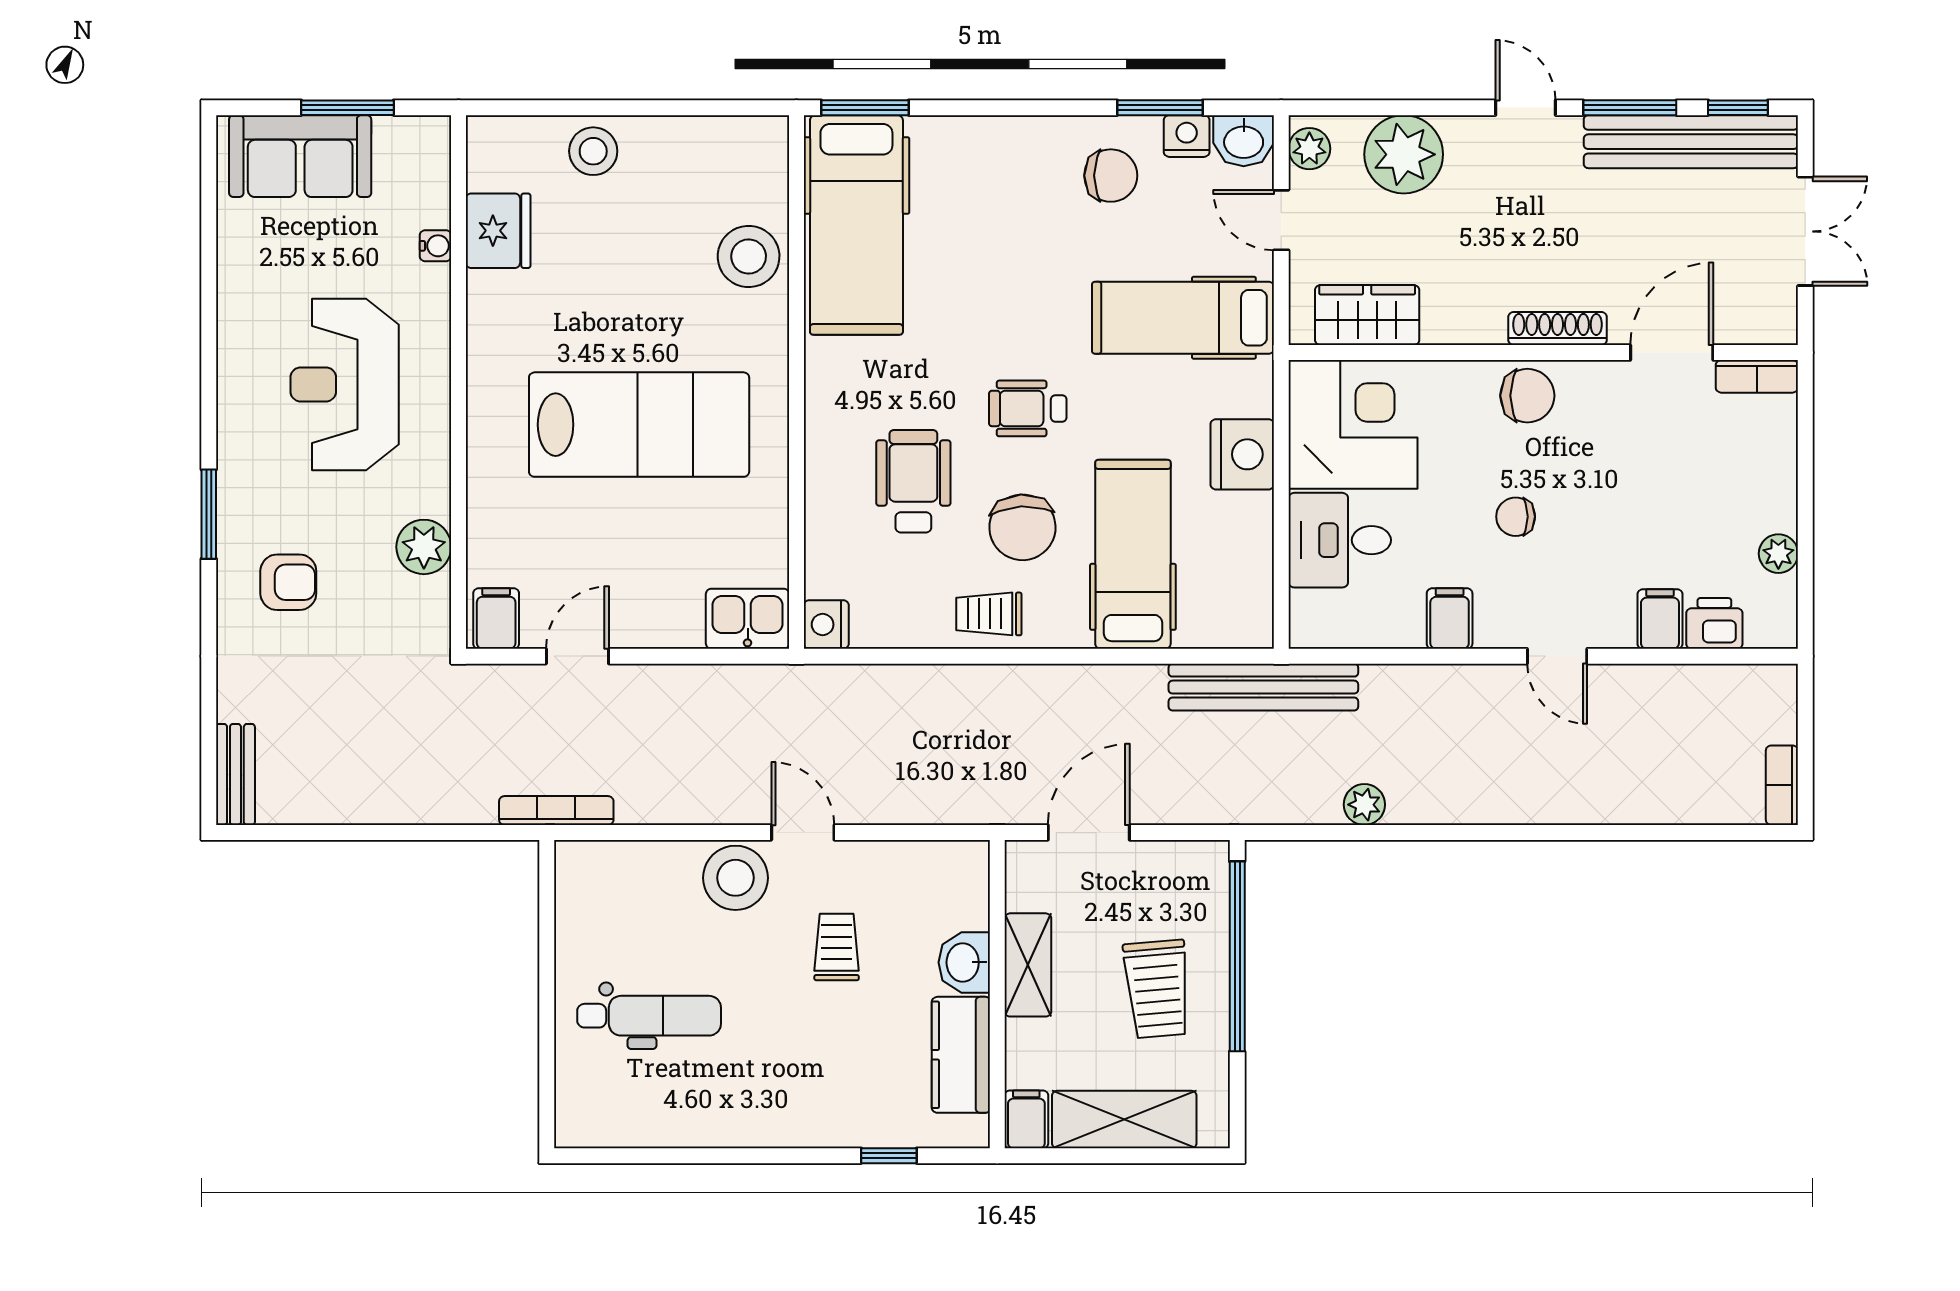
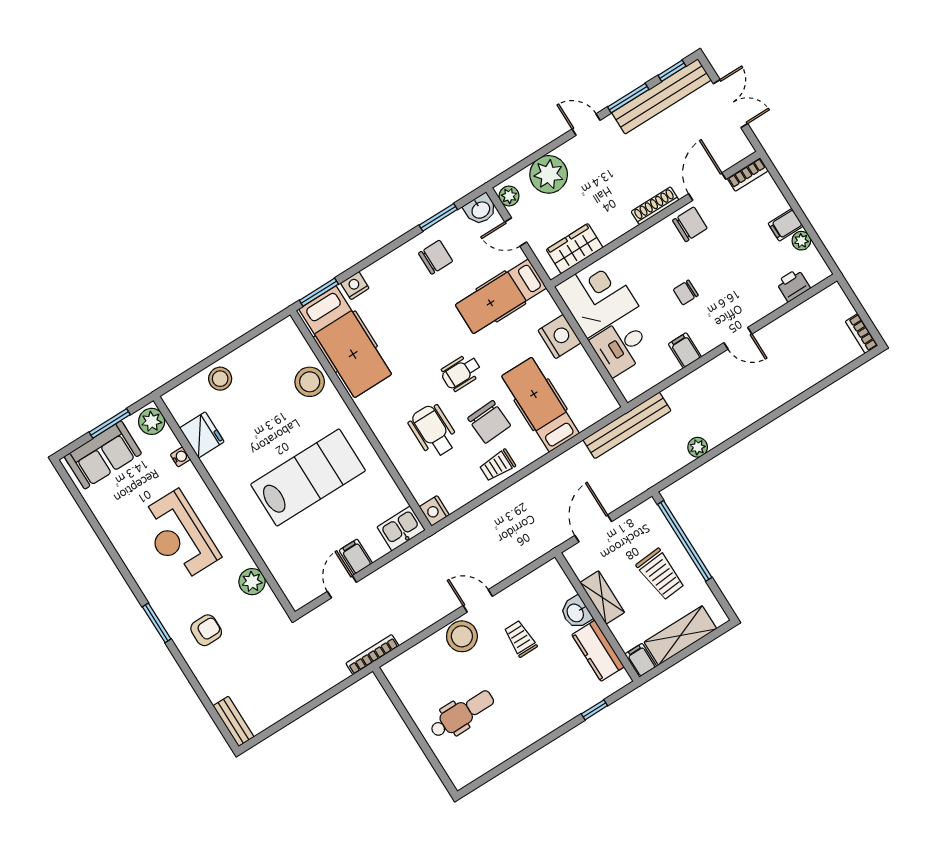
nightstand: (1187, 136) -> (355, 286), moved
plant: (424, 151) -> (152, 421), added
chair: (1527, 396) -> (690, 224), moved
filing cabinet: (496, 618) -> (356, 557), moved
filing cabinet: (1660, 619) -> (786, 225), moved, turned -90

